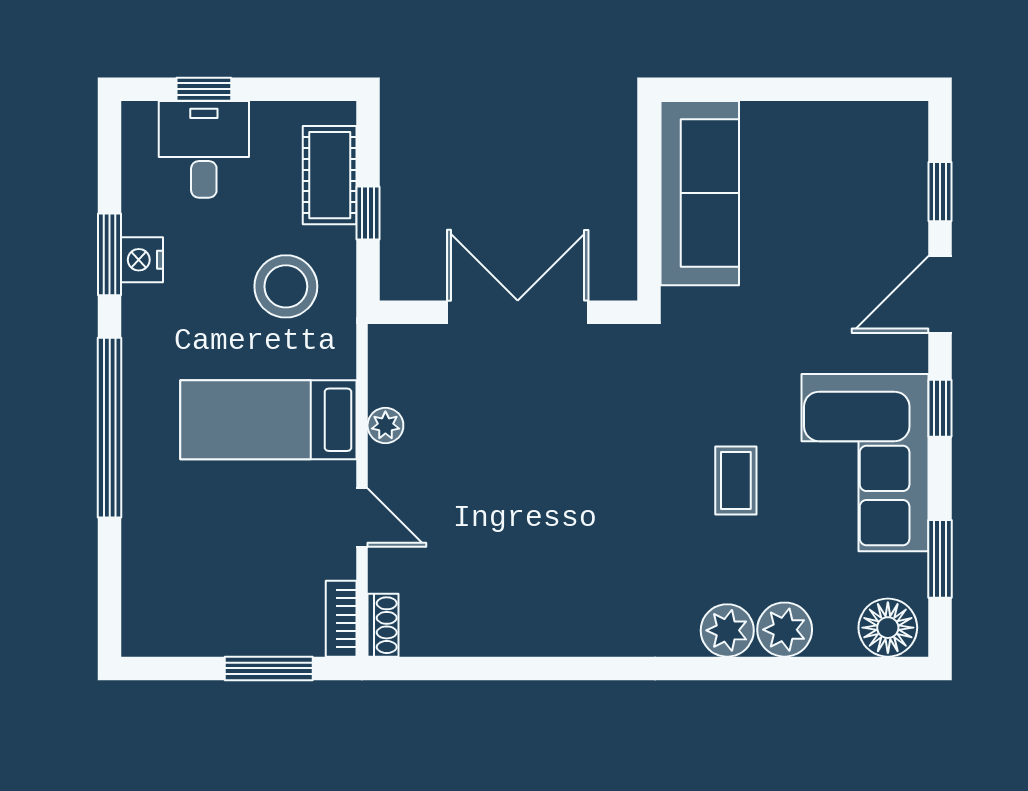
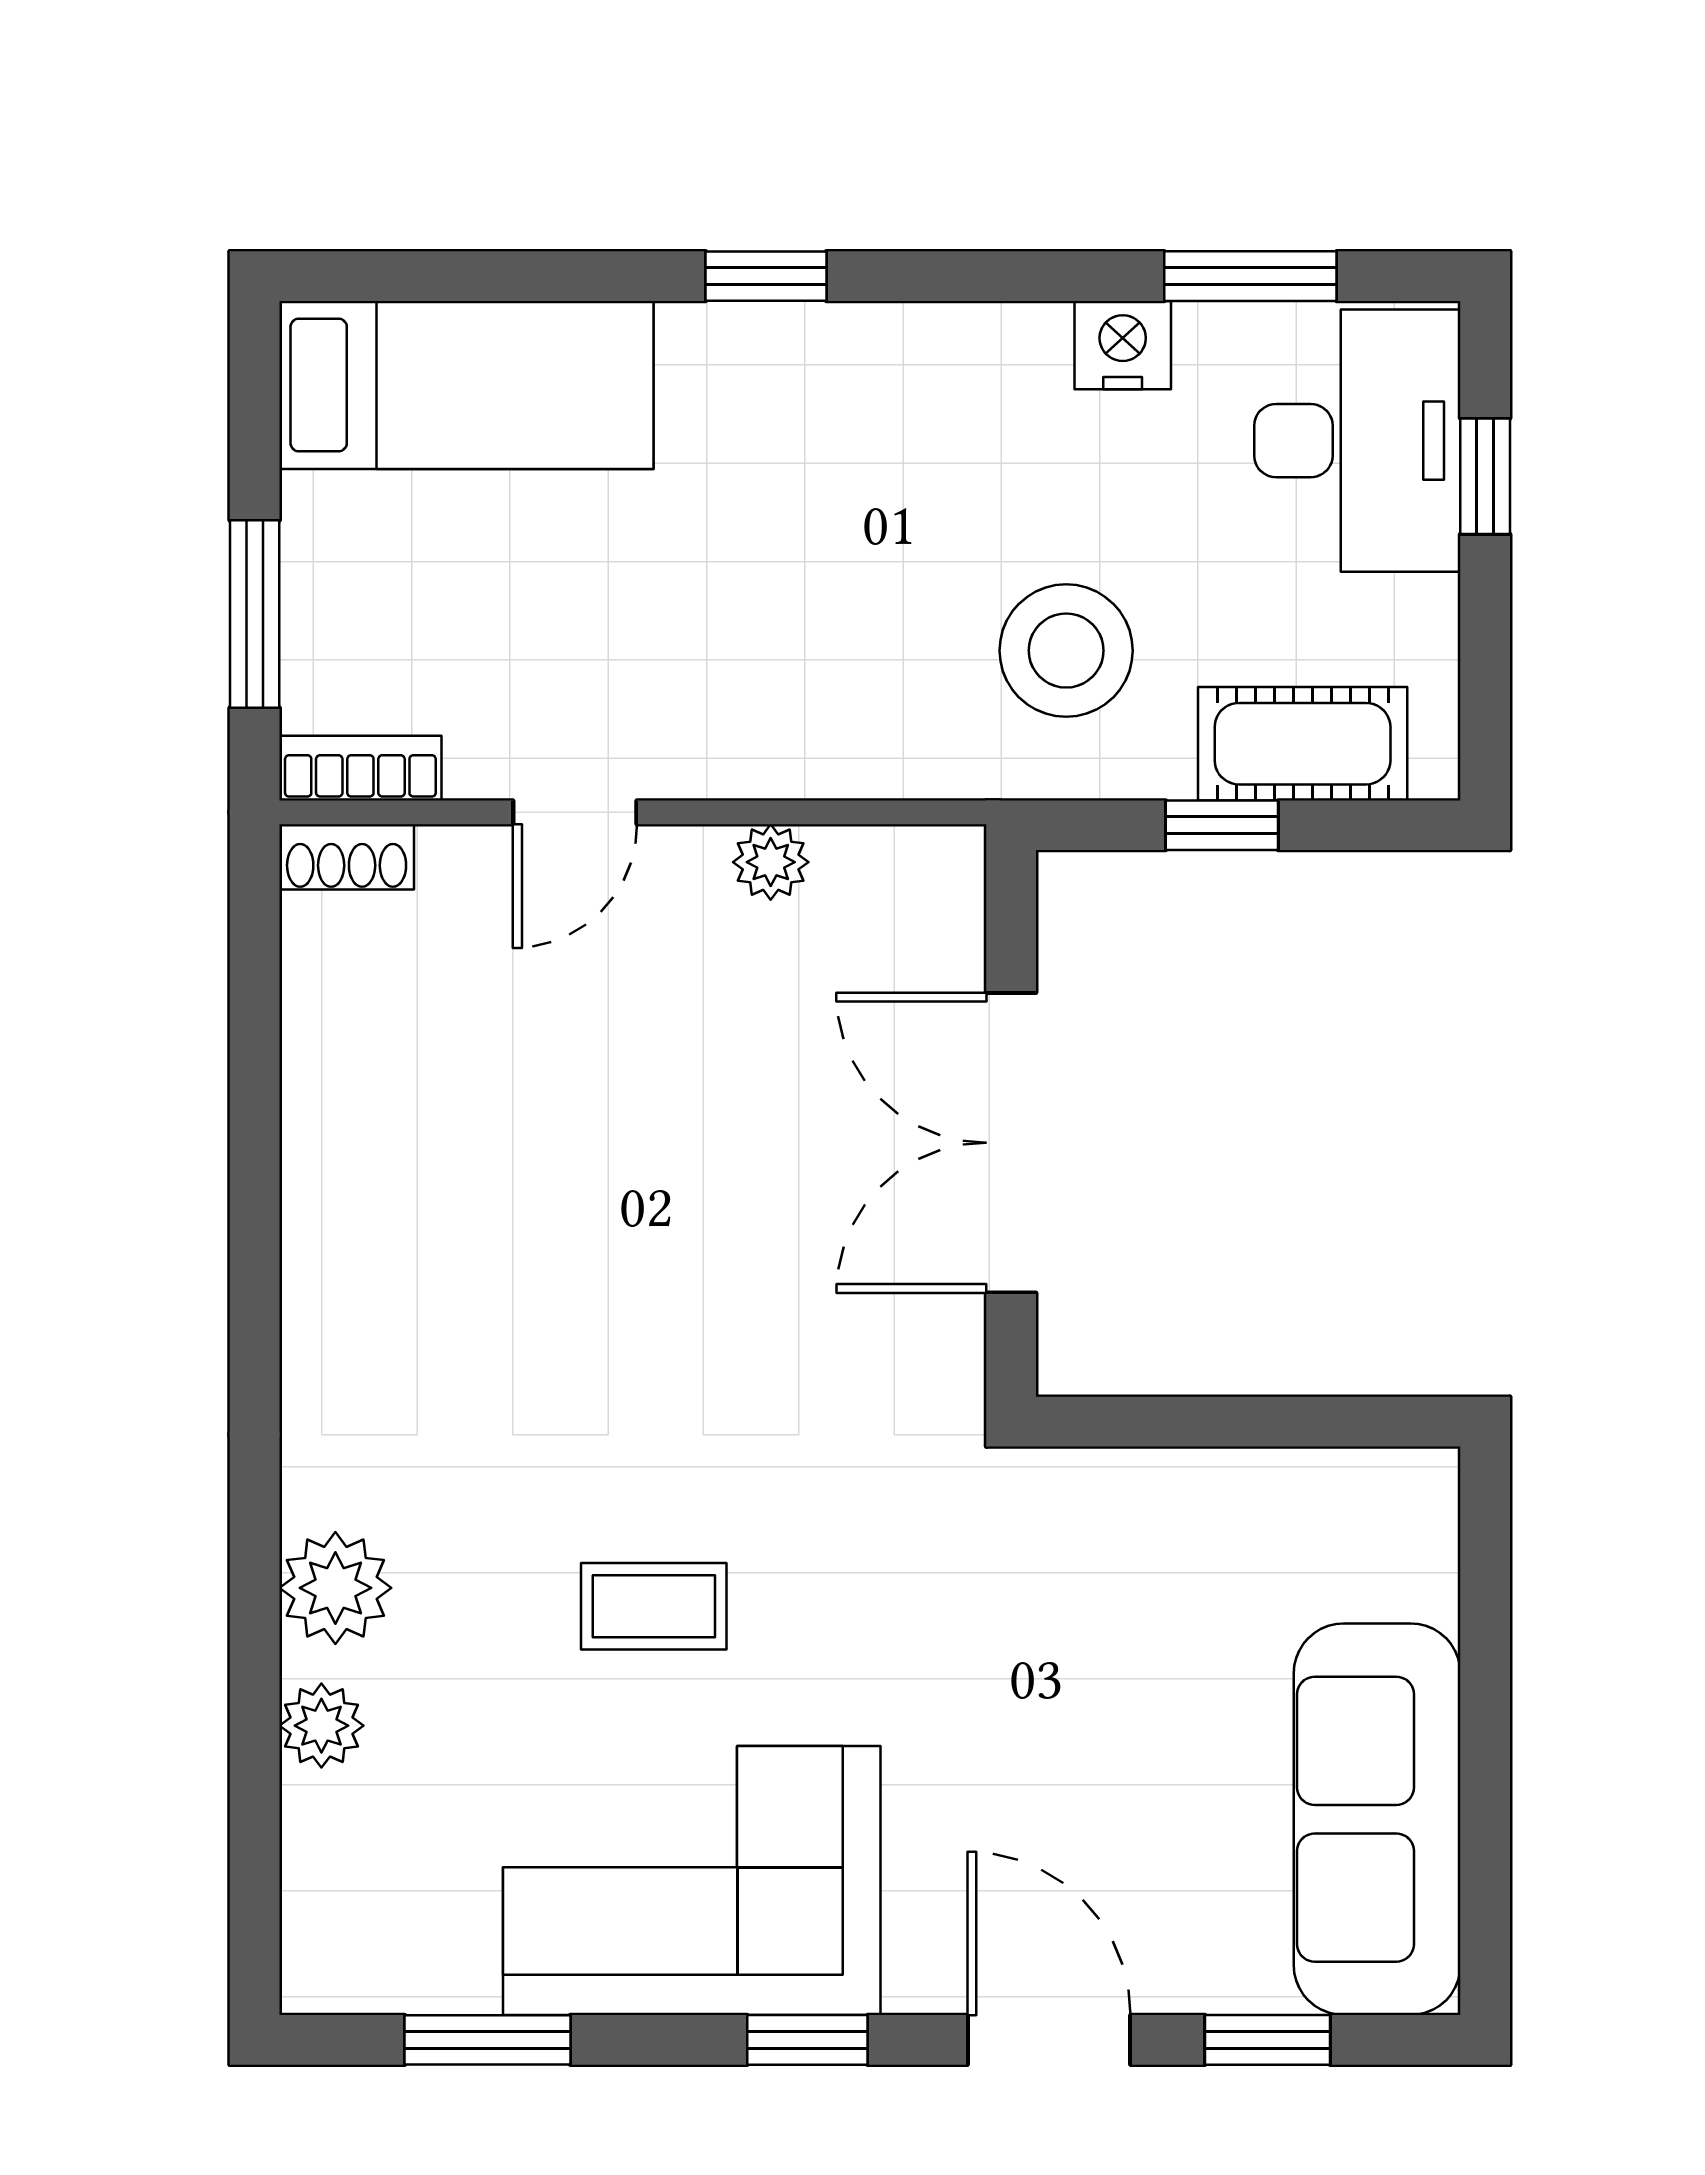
desk: (204, 149) -> (1357, 441), width x1.37
sofa: (700, 193) -> (1377, 1819), moved, turned 90
window: (110, 254) -> (1250, 276), moved
double door: (518, 312) -> (1011, 1143), swing flipped
bed: (268, 420) -> (466, 385), moved, turned 90
window: (110, 428) -> (766, 276), width x0.32
floor lamp: (888, 628) -> (341, 1929), removed
plant: (785, 630) -> (321, 1726), width x0.73, depth x0.73

